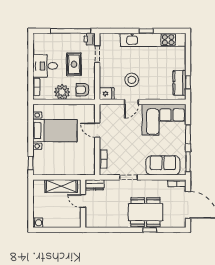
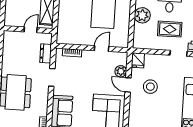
armchair: (82, 90) -> (143, 36), removed
plant: (118, 110) -> (121, 71), added
dresser: (95, 185) -> (46, 53), moved

